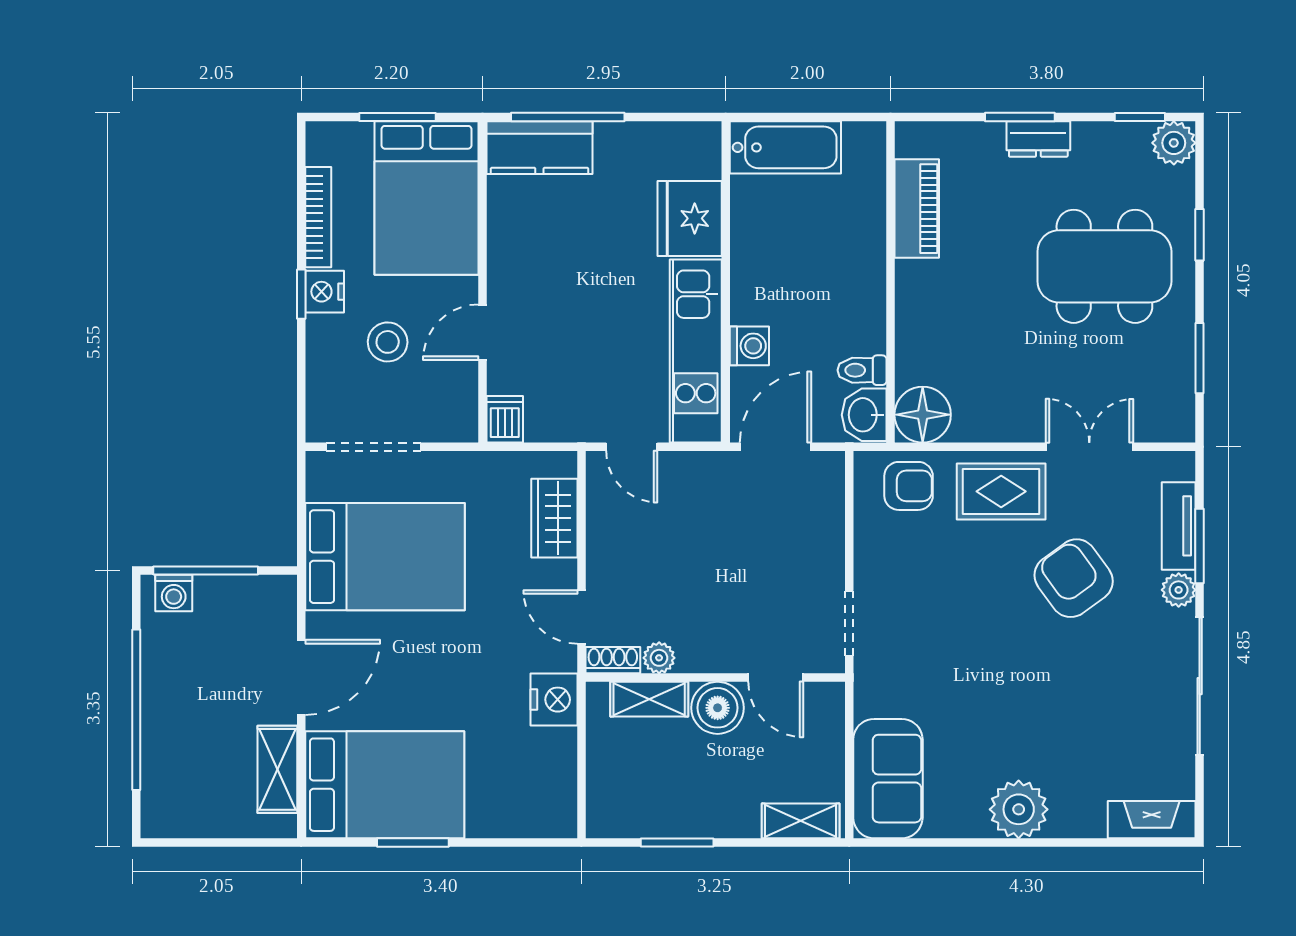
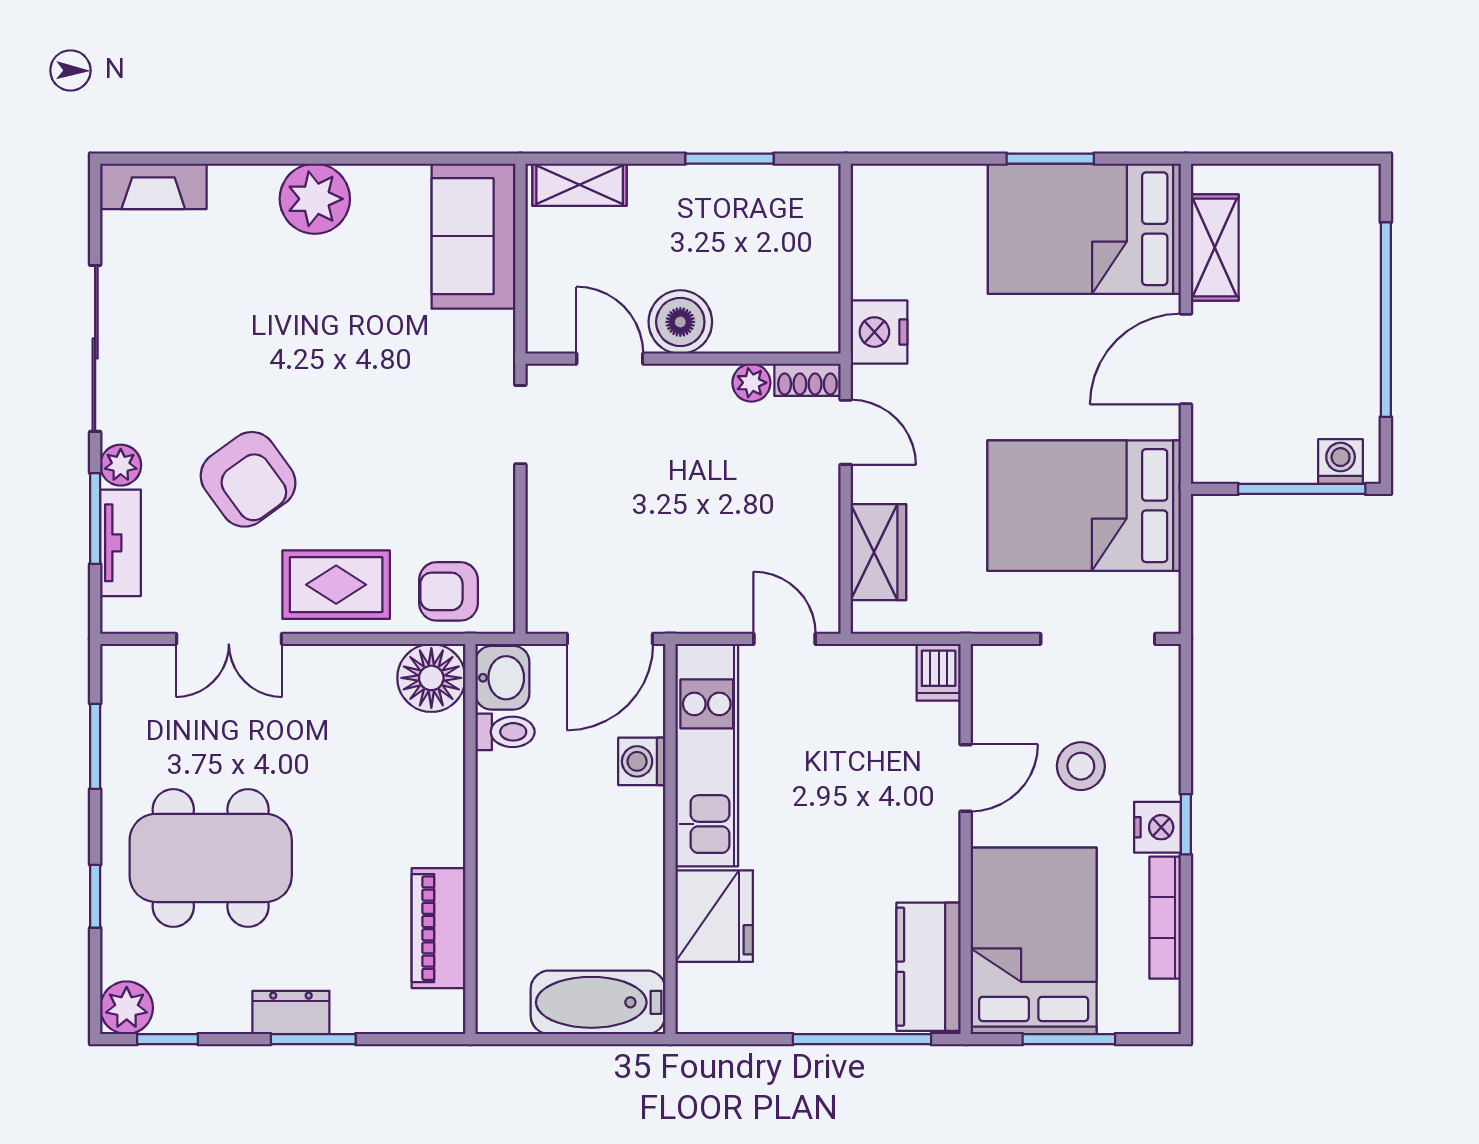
kitchen counter: (539, 148) -> (929, 967), moved, turned -90
shelving: (649, 699) -> (763, 332), removed

